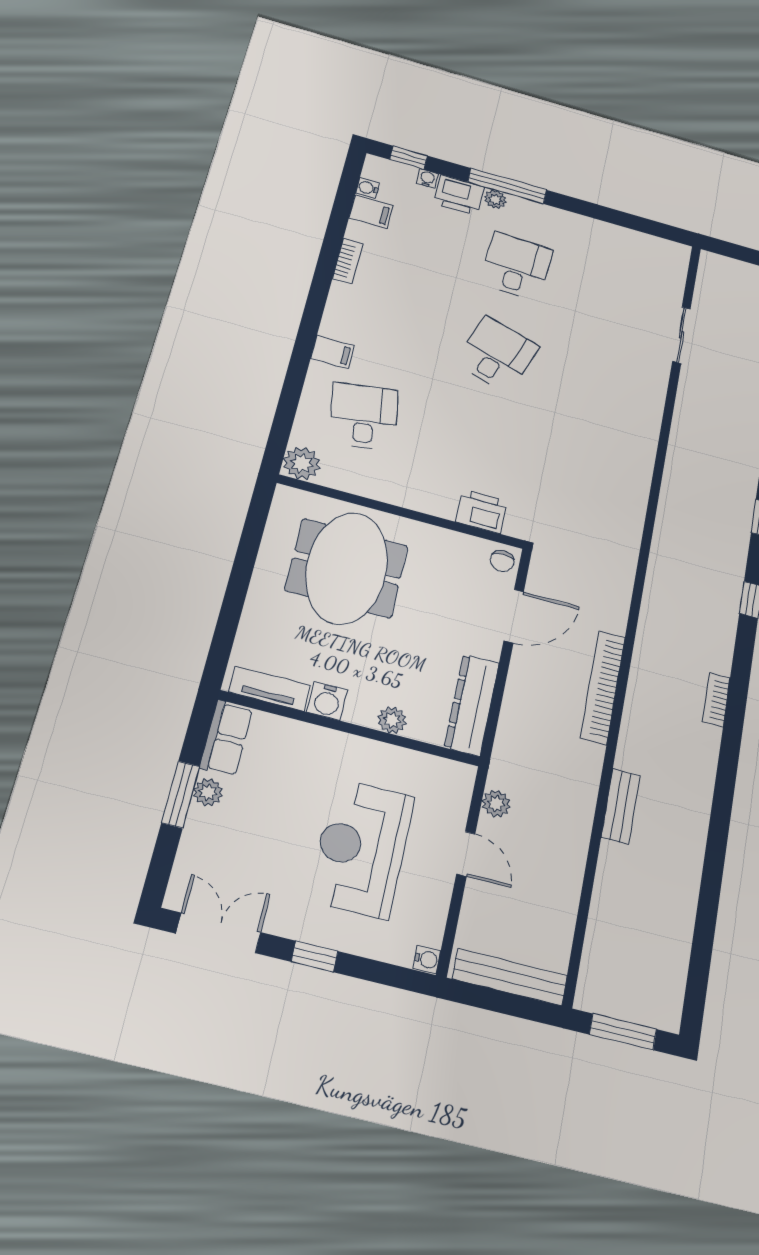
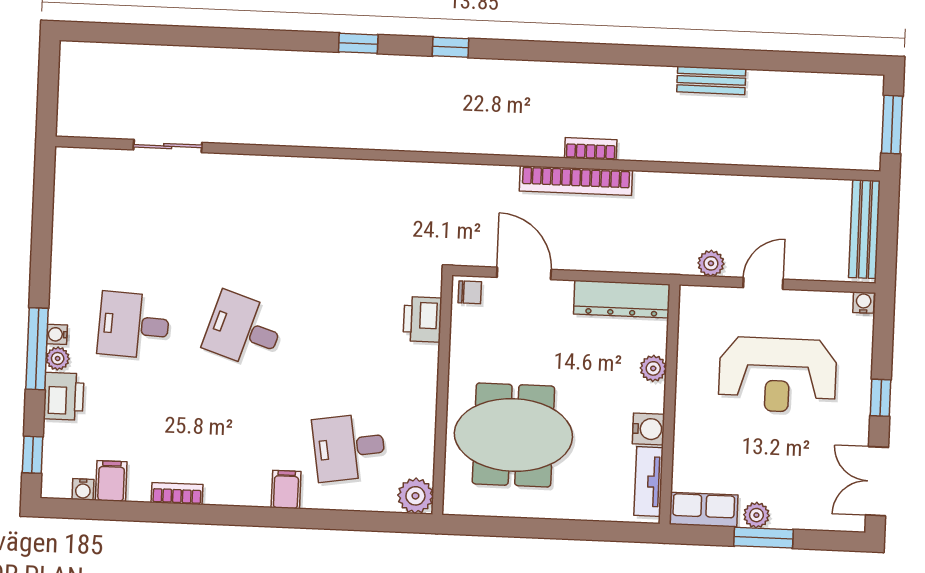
water cooler: (427, 178) -> (57, 334), moved
bookcase: (716, 700) -> (591, 149), moved, turned 180
bench: (621, 806) -> (711, 80), moved

